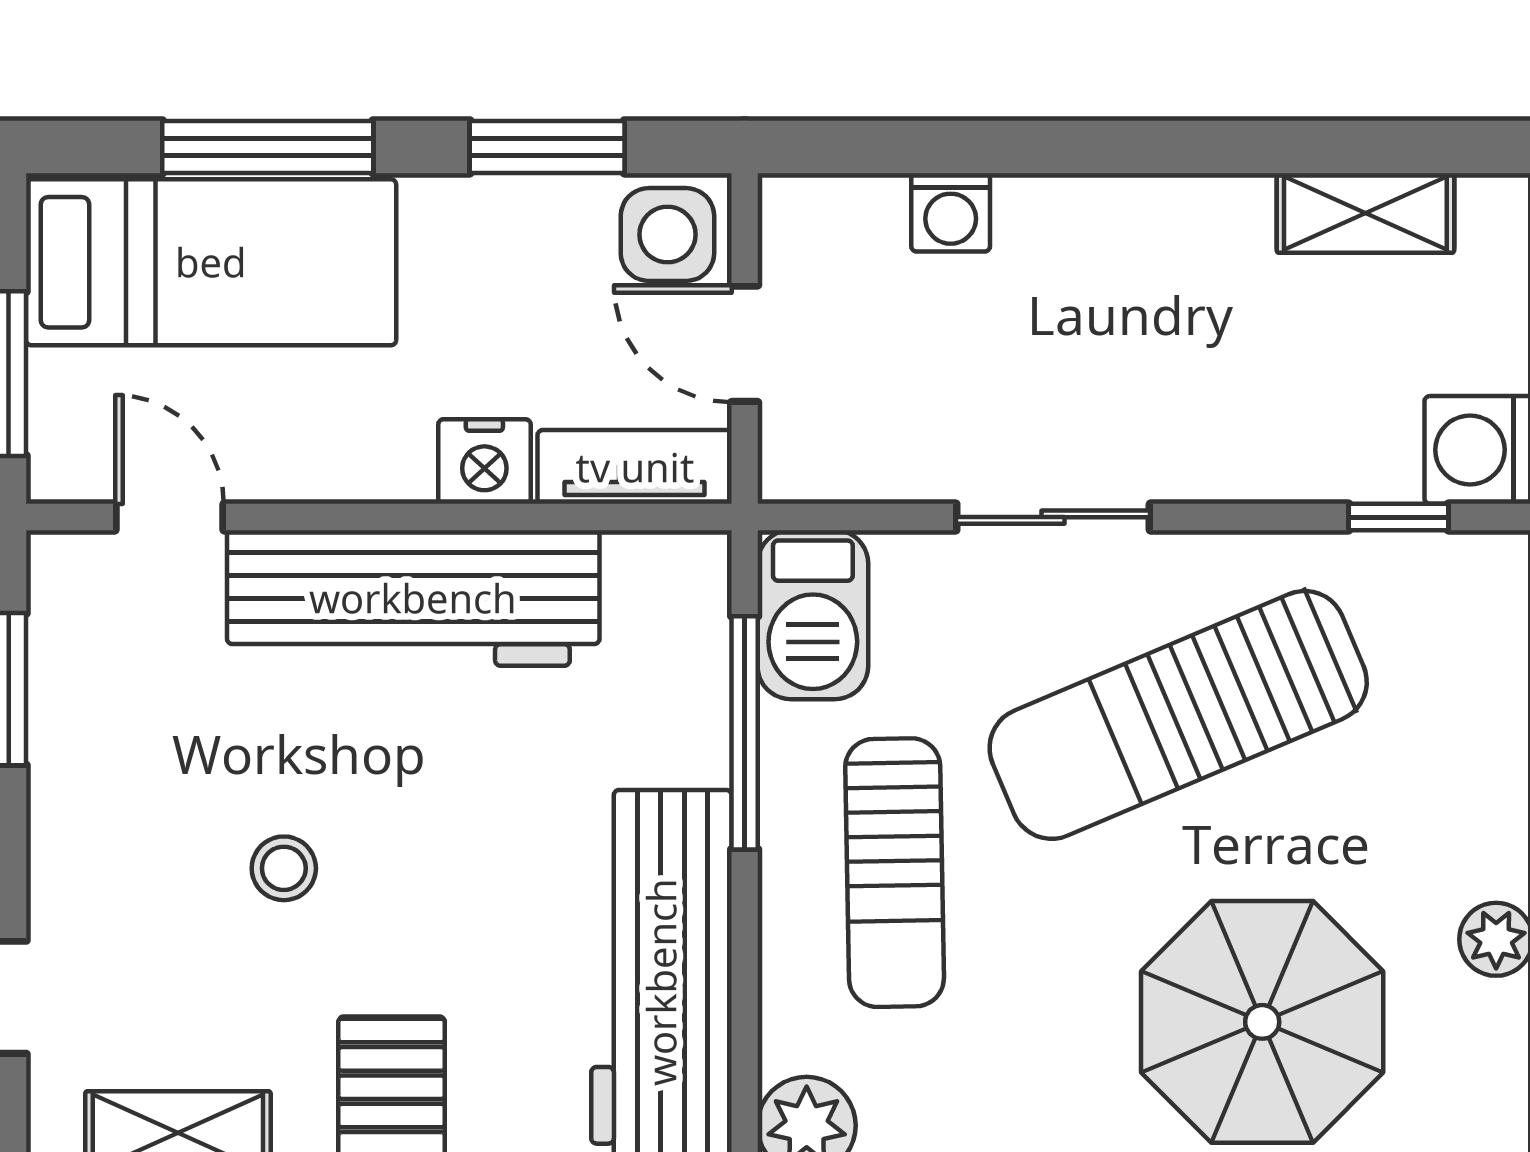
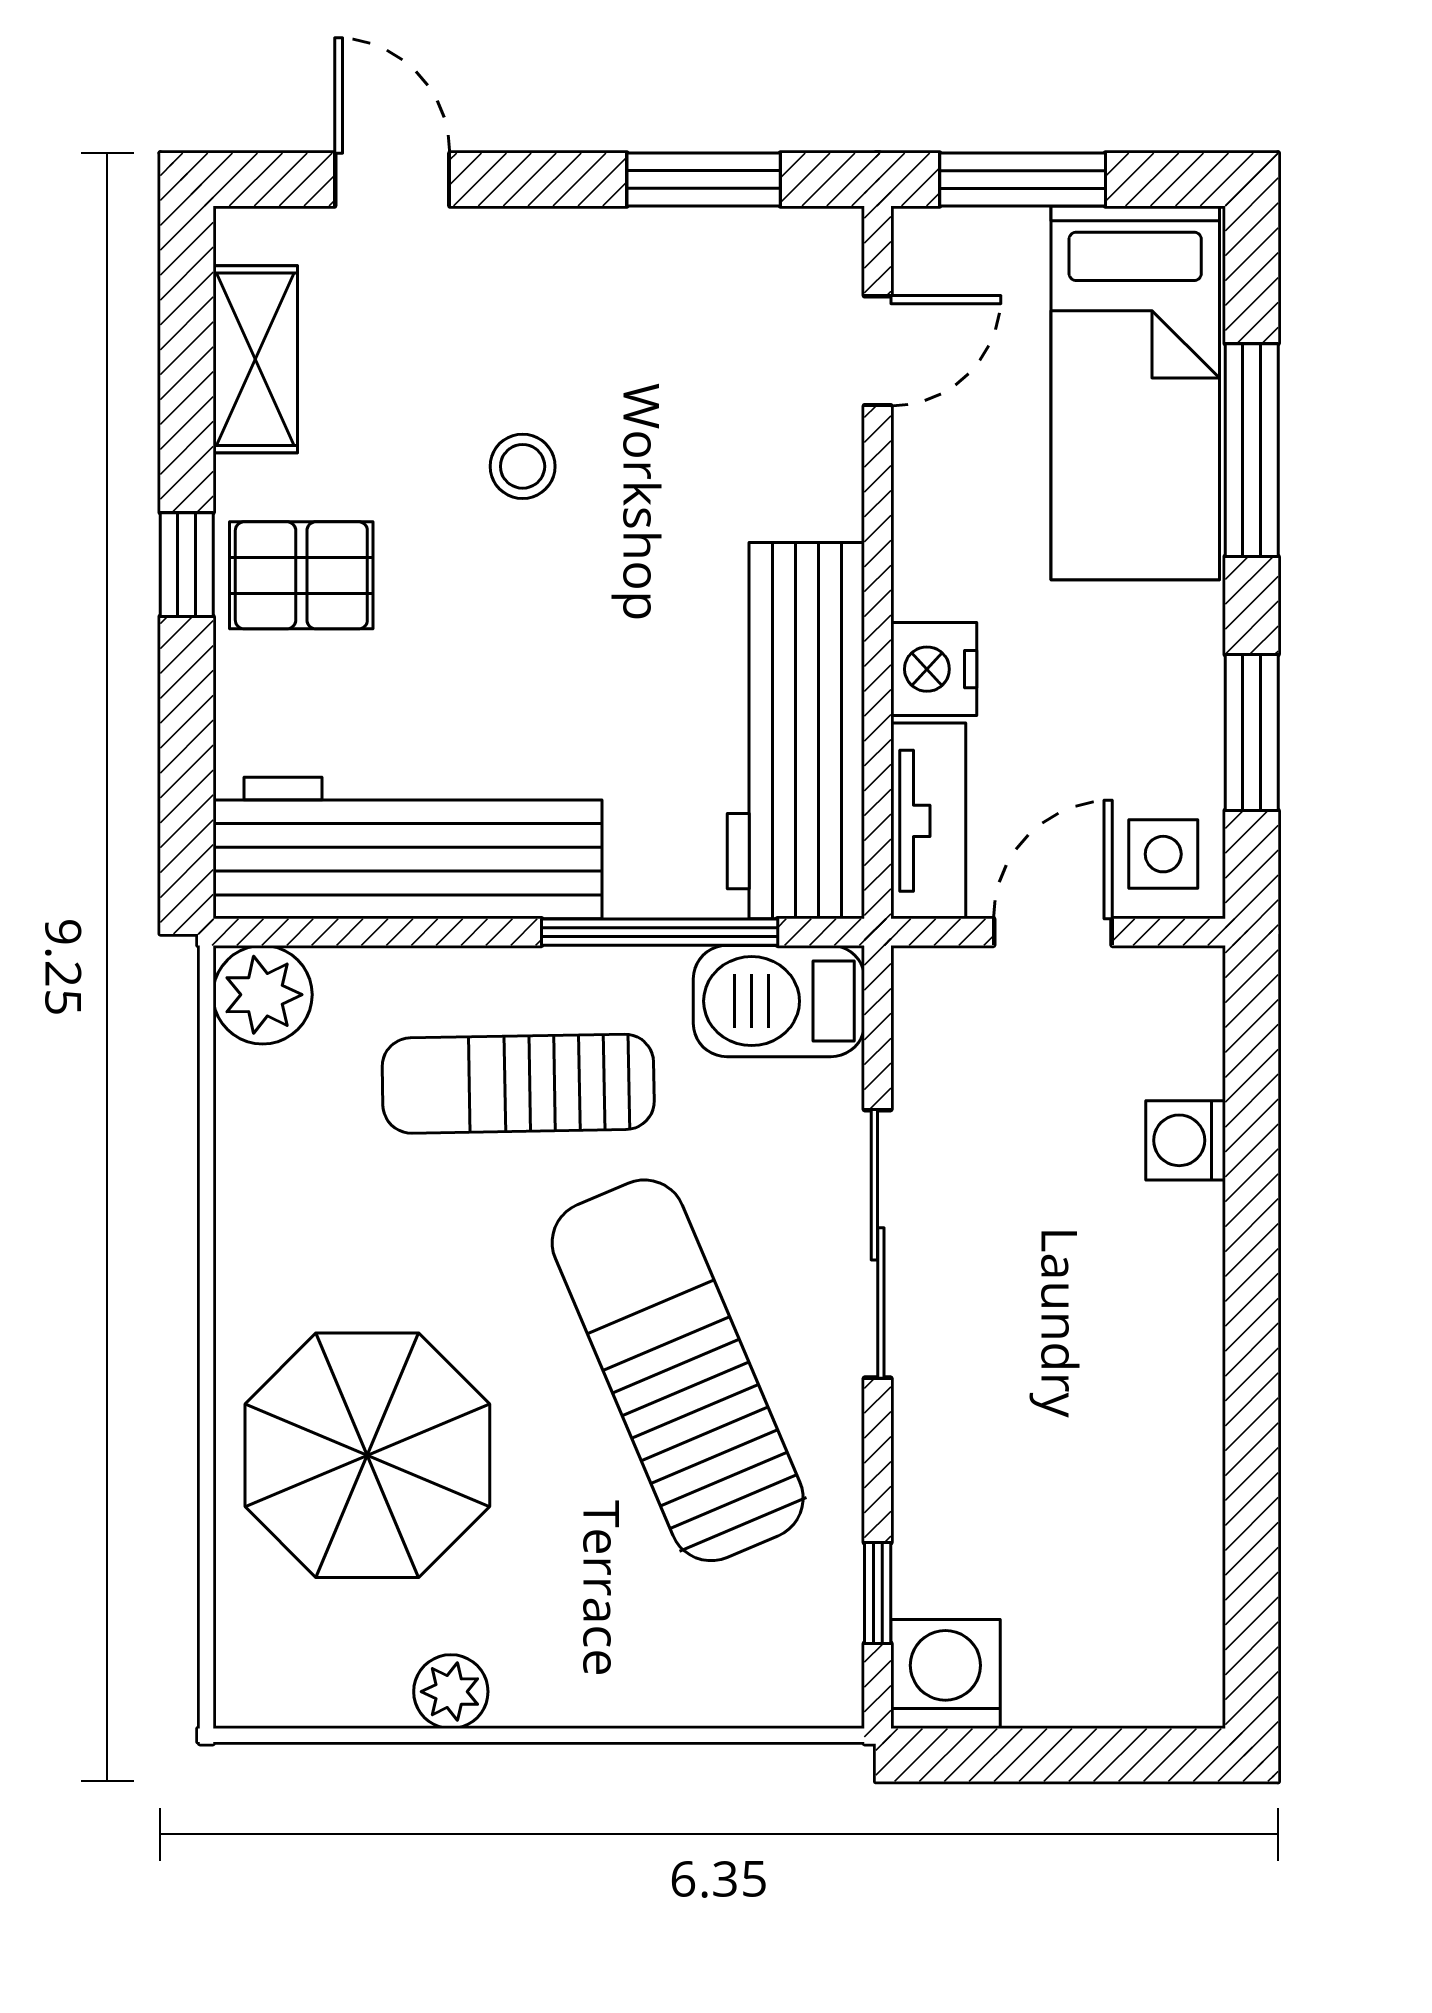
shelving: (1365, 213) -> (1185, 1560), removed
side table: (667, 235) -> (1163, 854), width x0.73, depth x0.73
sliding door: (1053, 517) -> (878, 1244), width x1.37
workbench: (413, 598) -> (796, 731), moved

